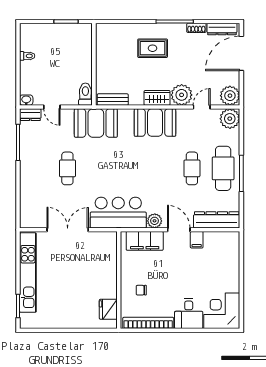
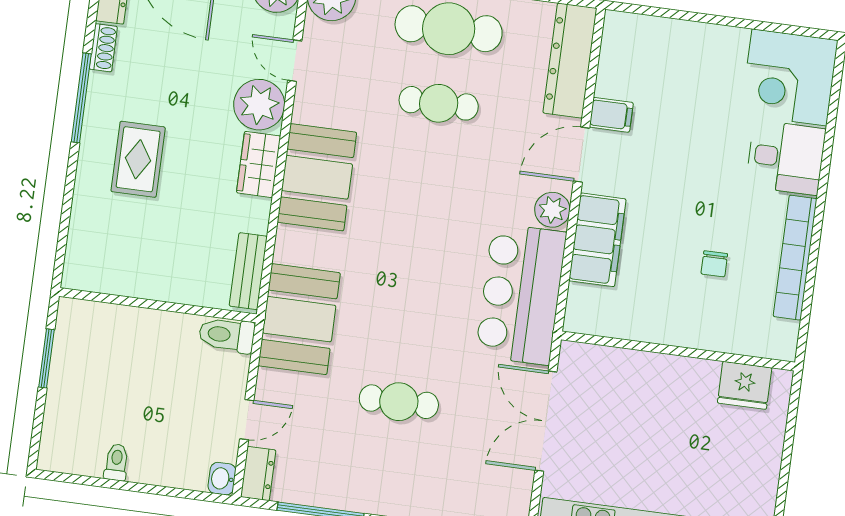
wall: (119, 280) -> (678, 351), moved
fridge: (108, 309) -> (745, 385), moved

